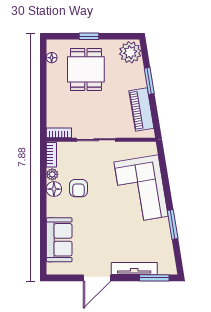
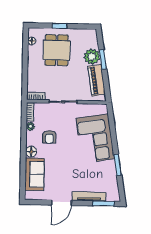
plant: (130, 52) -> (92, 57), moved
floor lamp: (54, 189) -> (31, 152), moved

